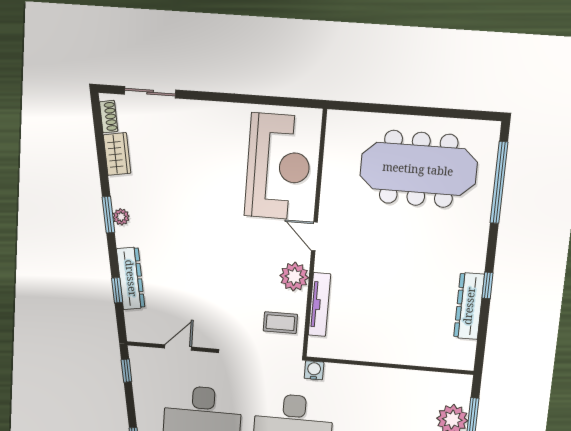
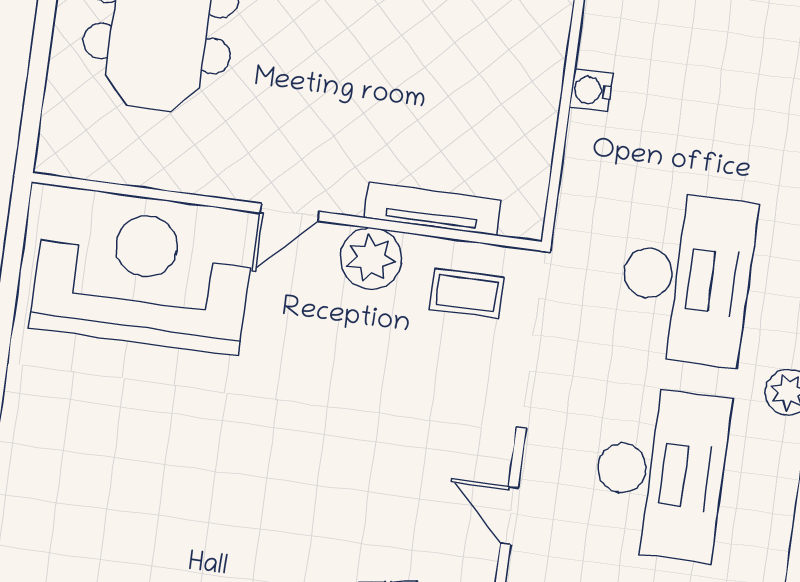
coffee table: (280, 323) -> (467, 293), turned 90
water cooler: (314, 370) -> (591, 90), moved

